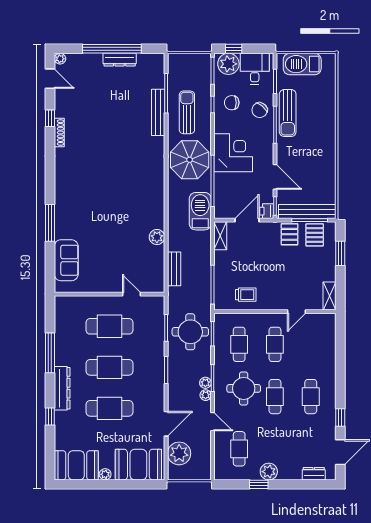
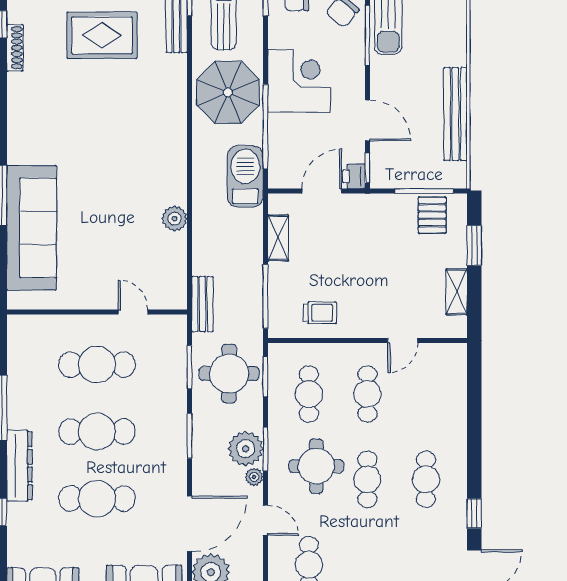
rug: (113, 125) -> (102, 35), added
bench: (307, 212) -> (455, 114), moved, turned 90
pallet: (289, 234) -> (391, 214), removed
shelving: (220, 236) -> (278, 238), moved
sofa: (66, 260) -> (32, 228), width x1.85, depth x1.27
bench: (174, 269) -> (202, 304), moved
shelving: (330, 296) -> (457, 292), moved
plant: (205, 383) -> (246, 449), width x1.87, depth x1.87
door: (166, 424) -> (189, 524), width x1.36

